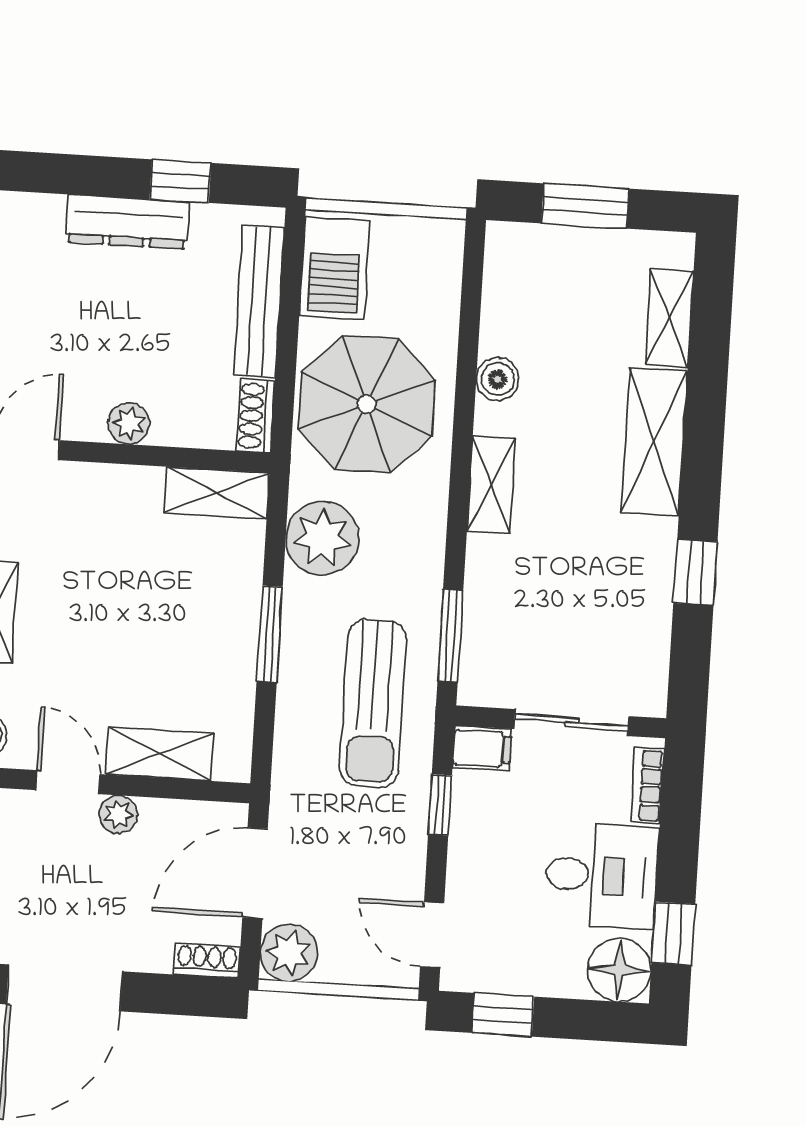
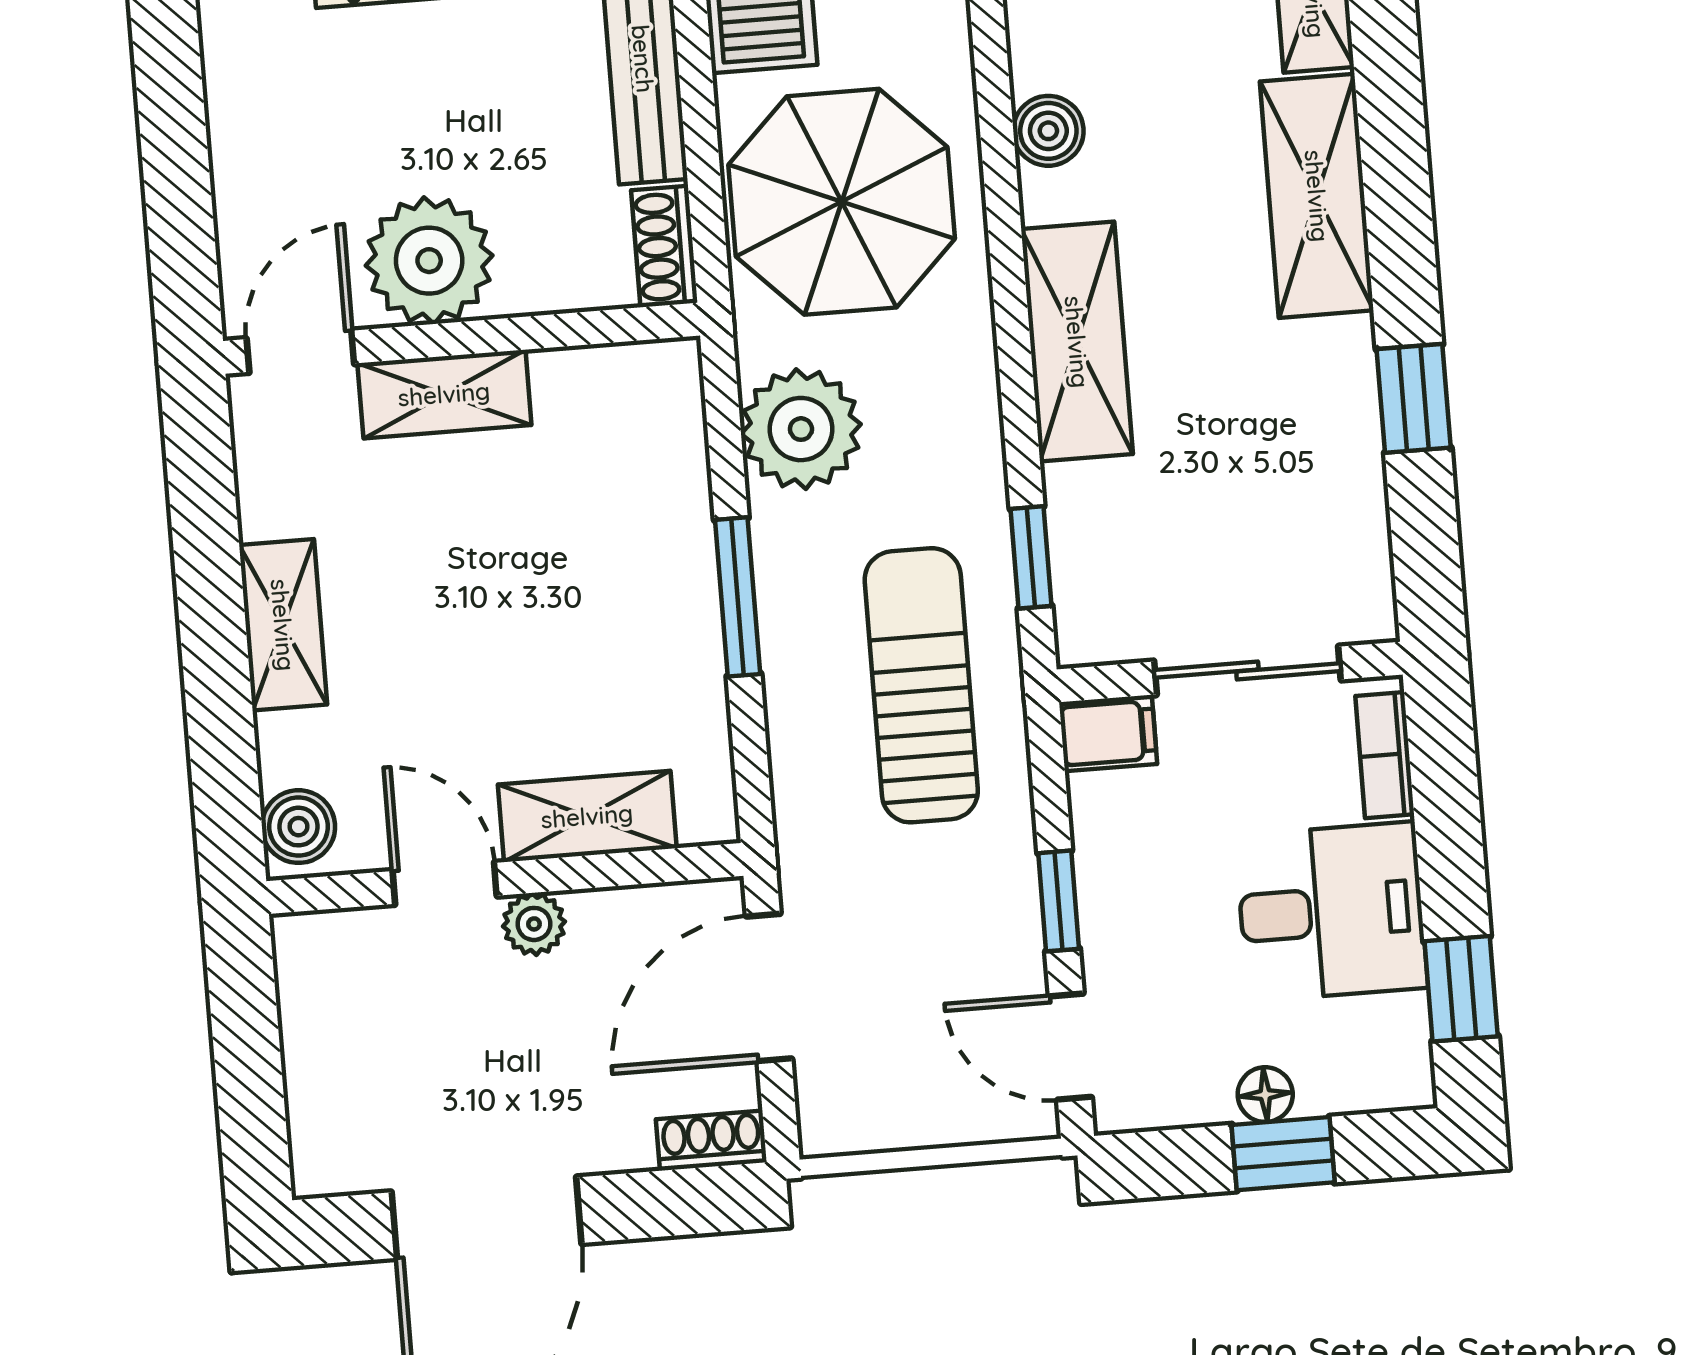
plant: (129, 424) -> (429, 261), width x1.88, depth x1.88
shelving: (491, 485) -> (1077, 342), width x1.50, depth x1.33
shelving: (217, 493) -> (444, 394), moved
window: (450, 636) -> (1031, 557), width x0.67
sun lounger: (373, 703) -> (921, 685), turned 180
window: (440, 805) -> (1059, 901), moved
plant: (289, 953) -> (842, 1109), removed
floor lamp: (619, 970) -> (1265, 1095), moved, width x0.53, depth x0.53
window: (503, 1015) -> (1283, 1154), moved

